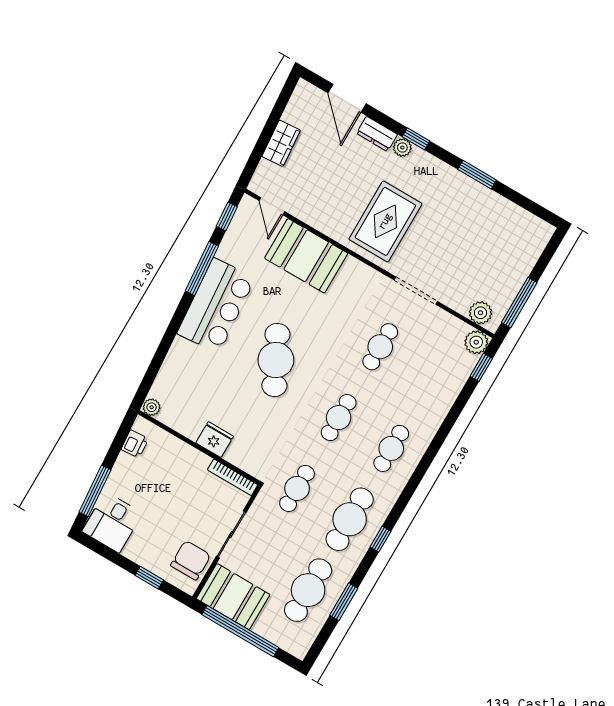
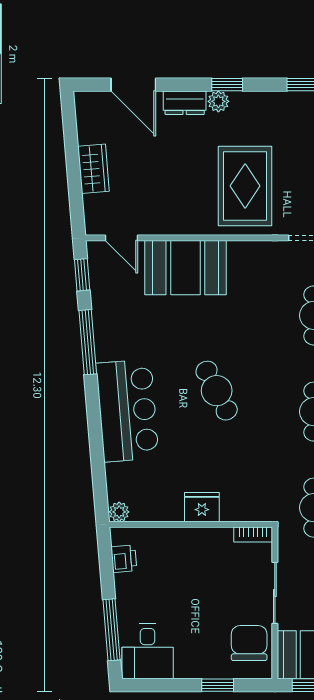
bar counter: (216, 306) -> (127, 411), moved
cafe table: (276, 360) -> (217, 391), width x0.73, depth x0.74
bookcase: (233, 477) -> (253, 535), width x0.64

